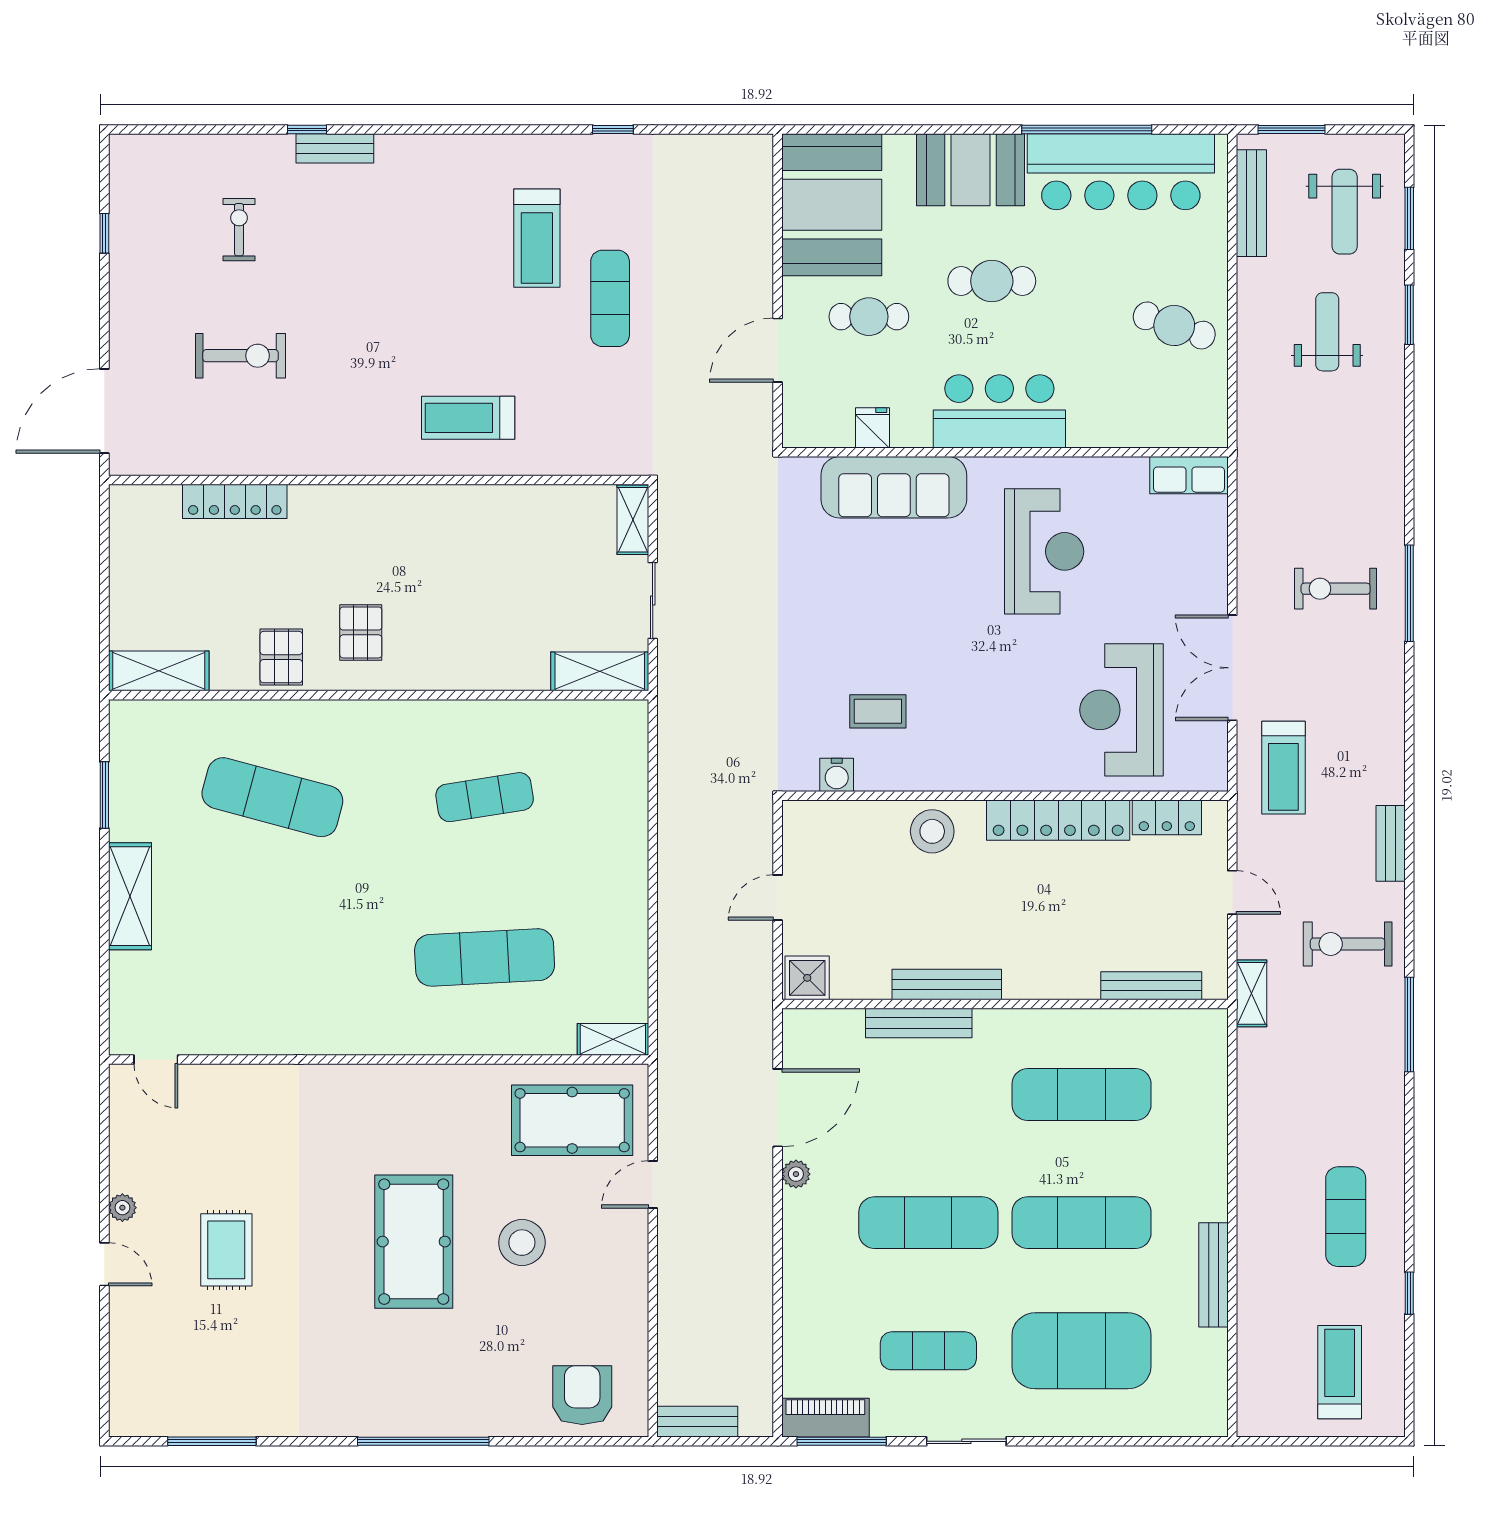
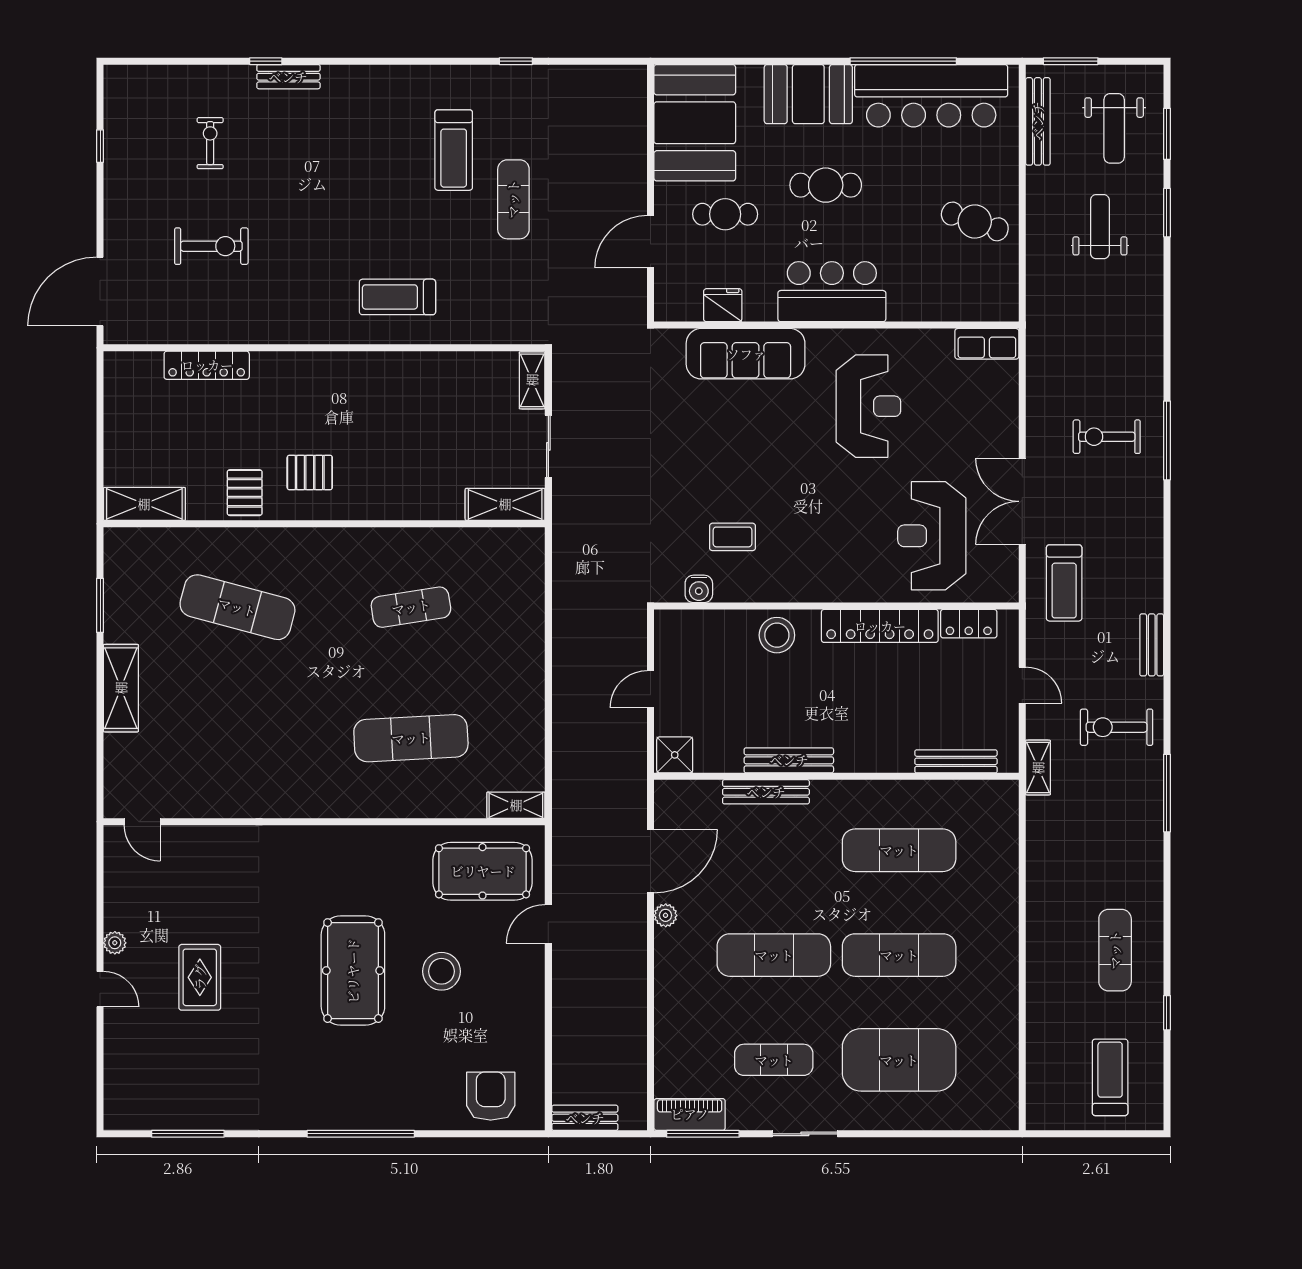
fridge: (872, 428) -> (723, 305), width x1.38
pallet: (361, 632) -> (310, 472), turned 90
bench: (1213, 1275) -> (1007, 998), removed

